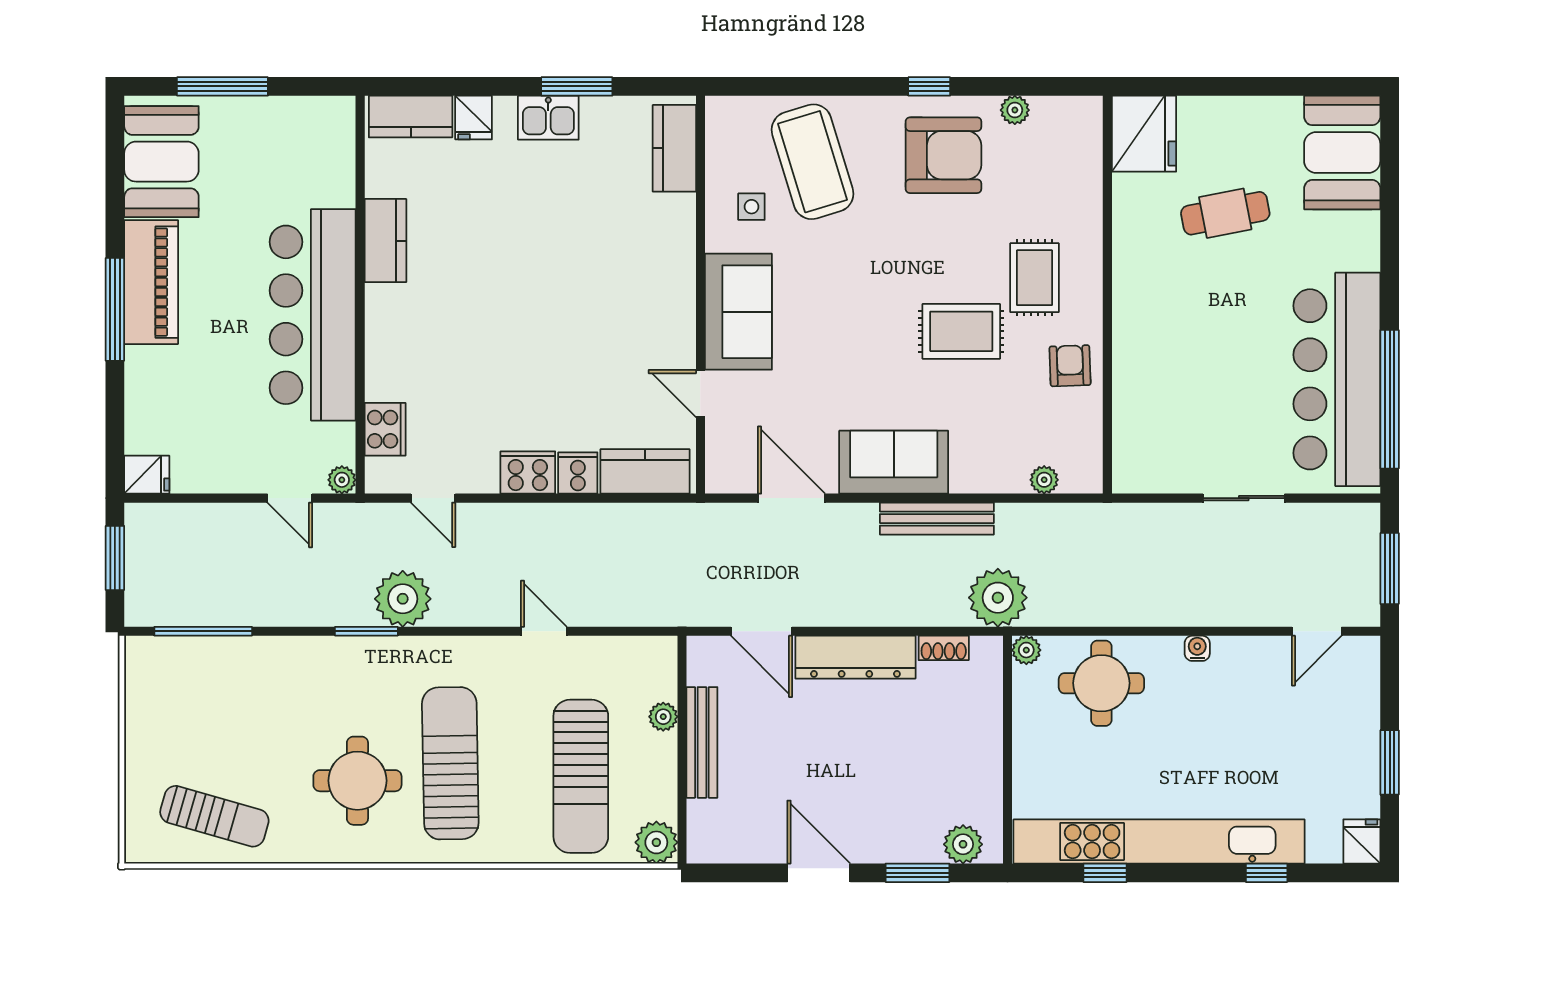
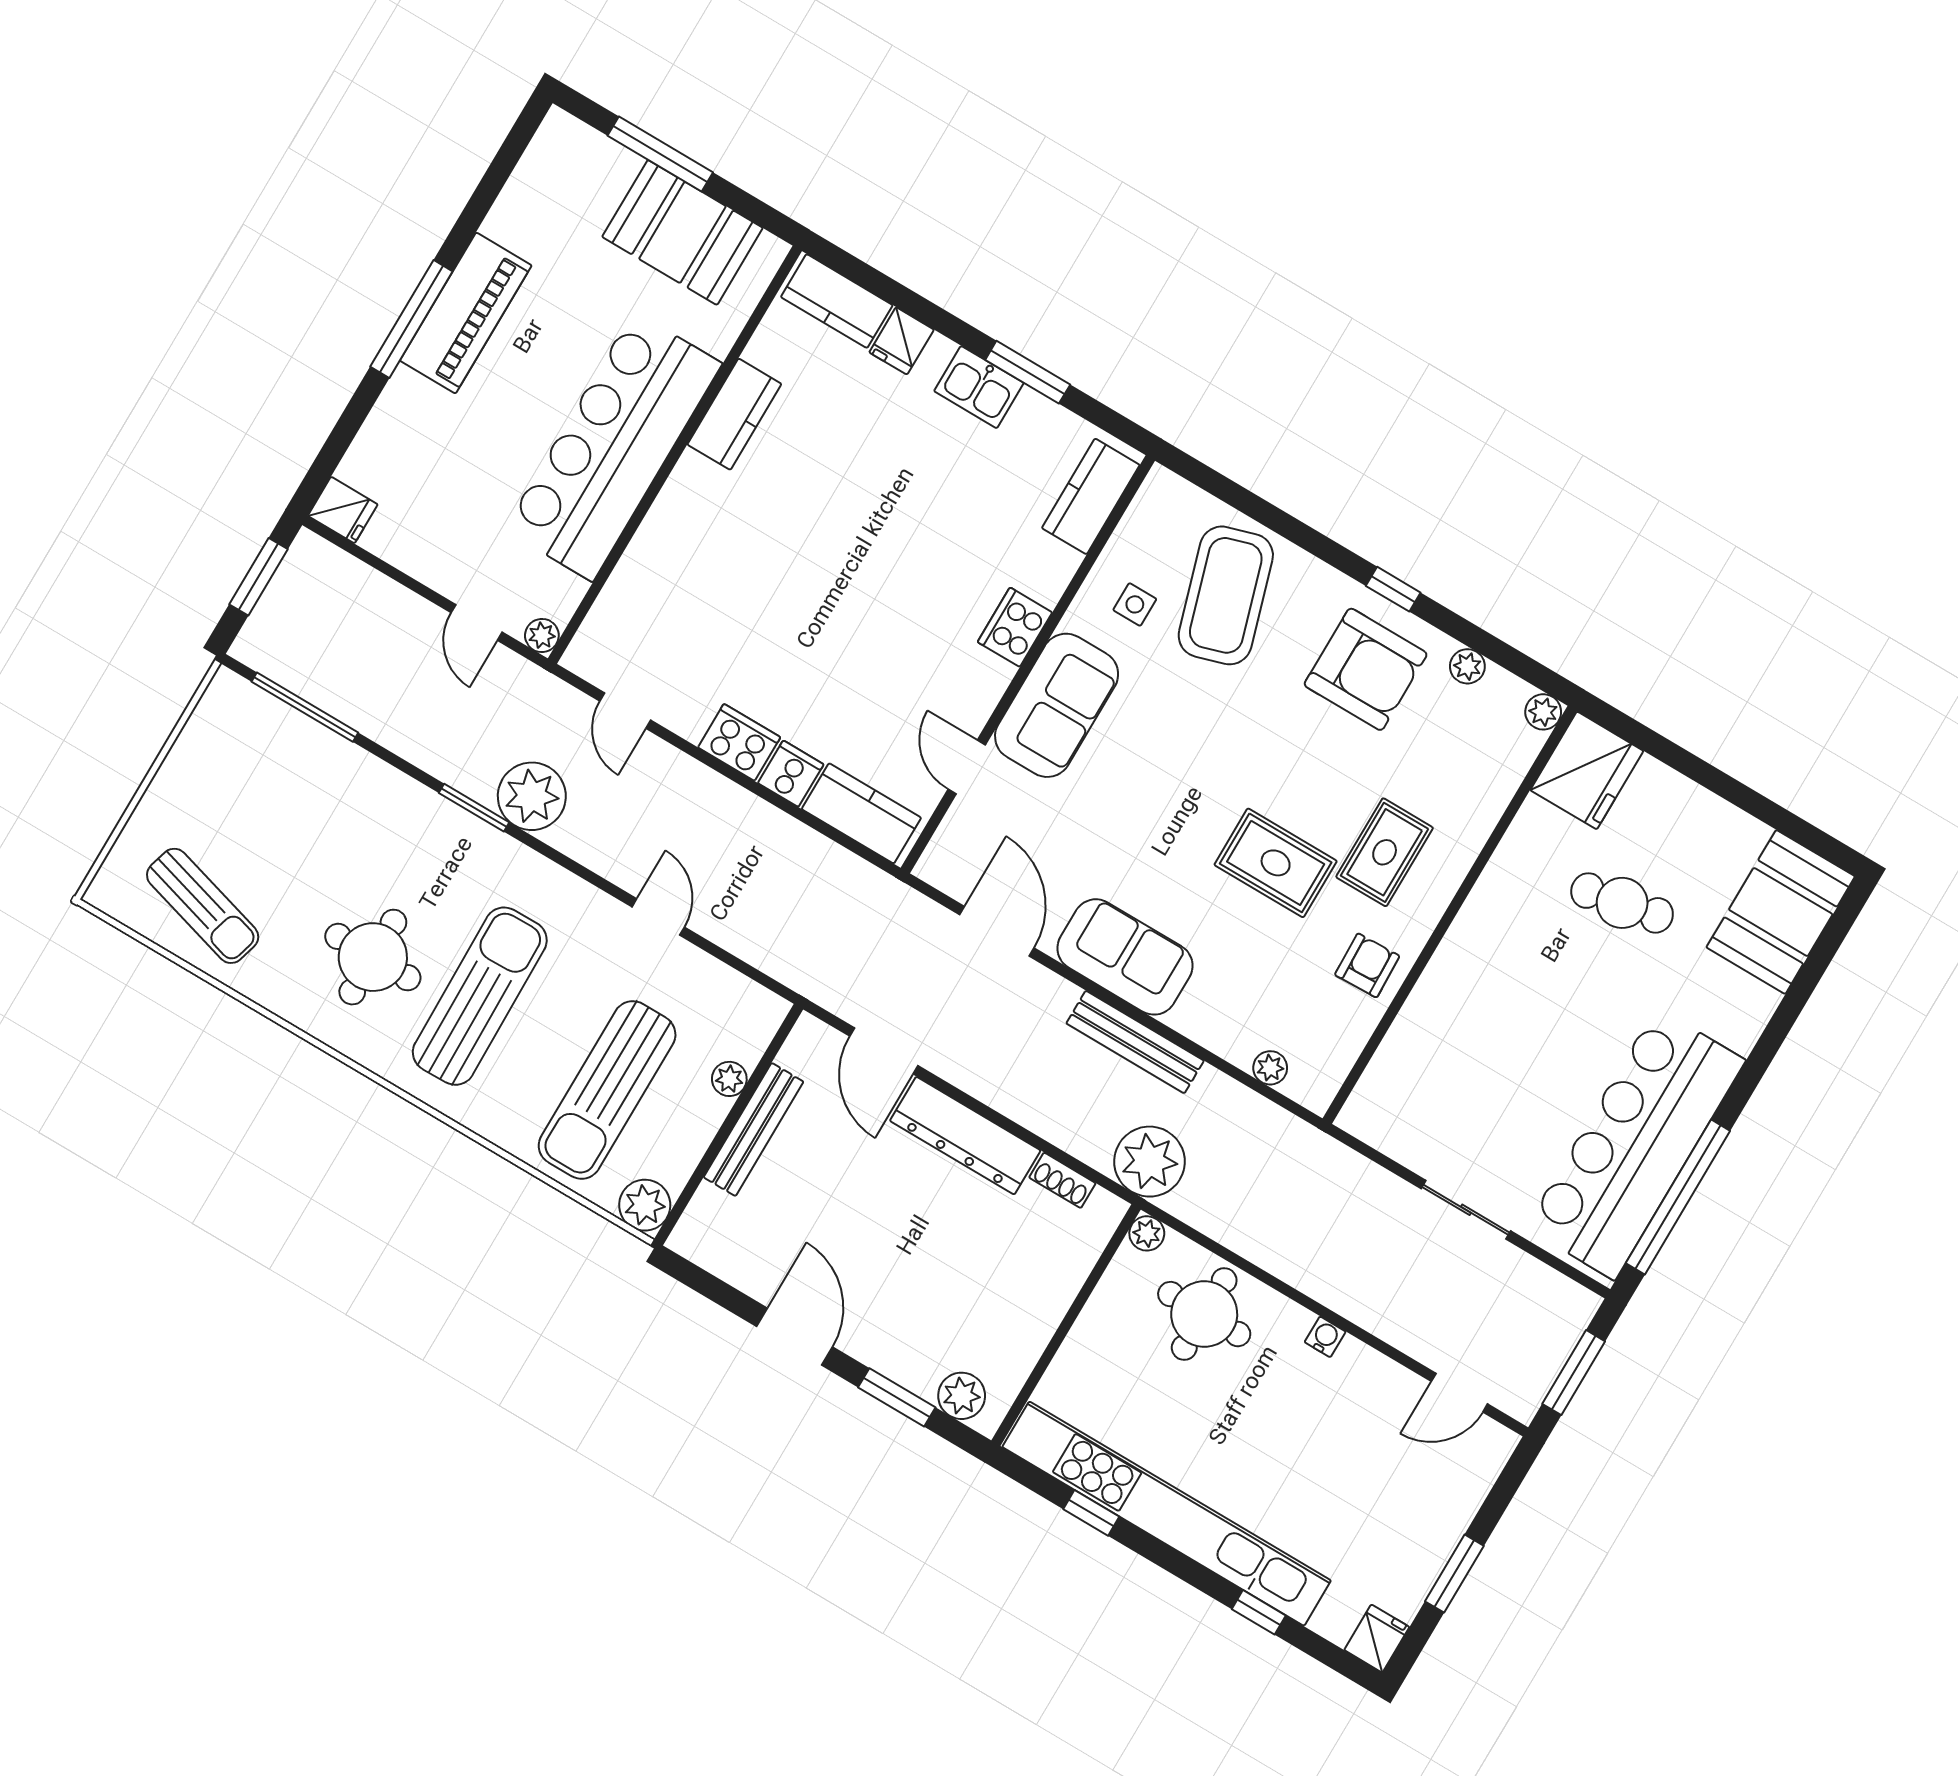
plant: (1088, 110) -> (1543, 712), added
booth: (161, 162) -> (682, 232), moved, turned 90
cooker: (385, 429) -> (1015, 627), moved, turned 180

